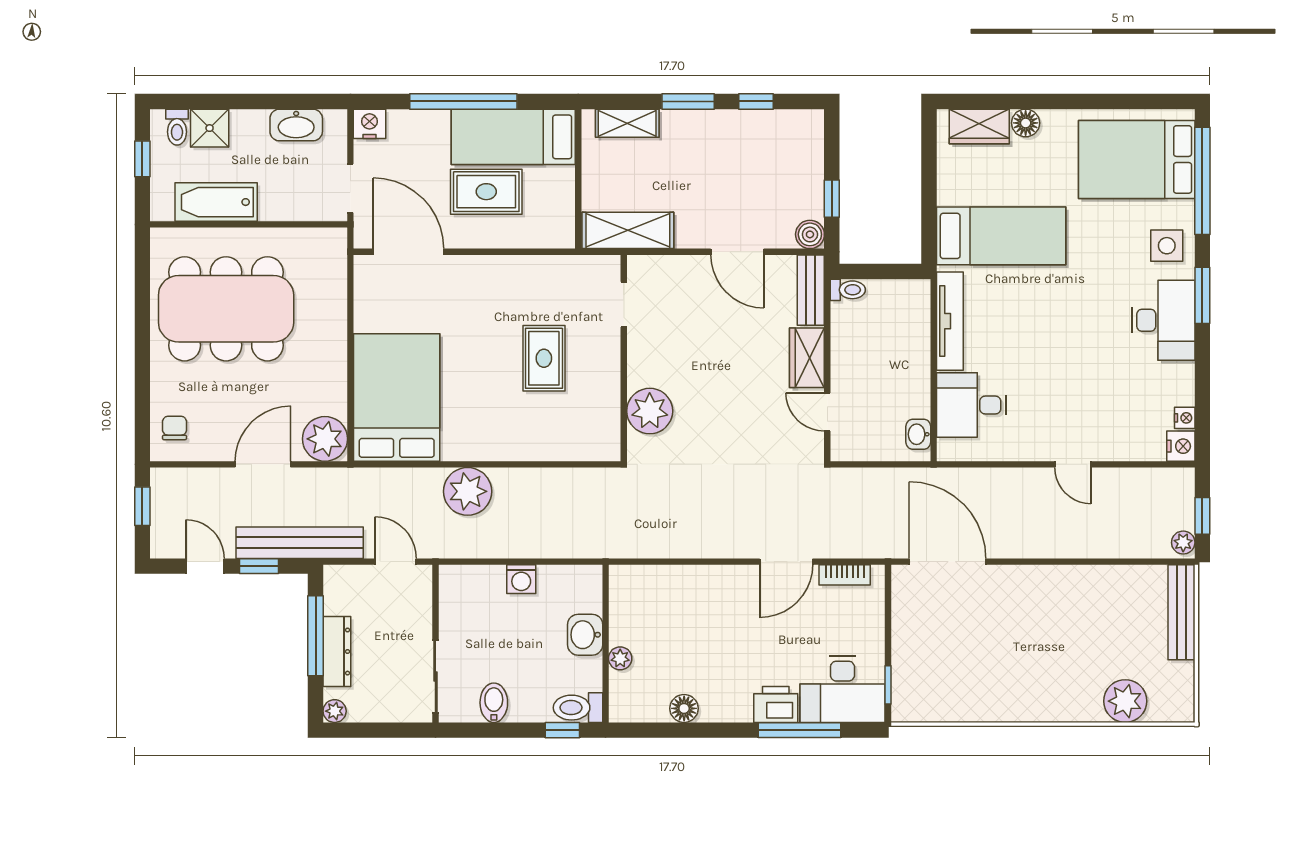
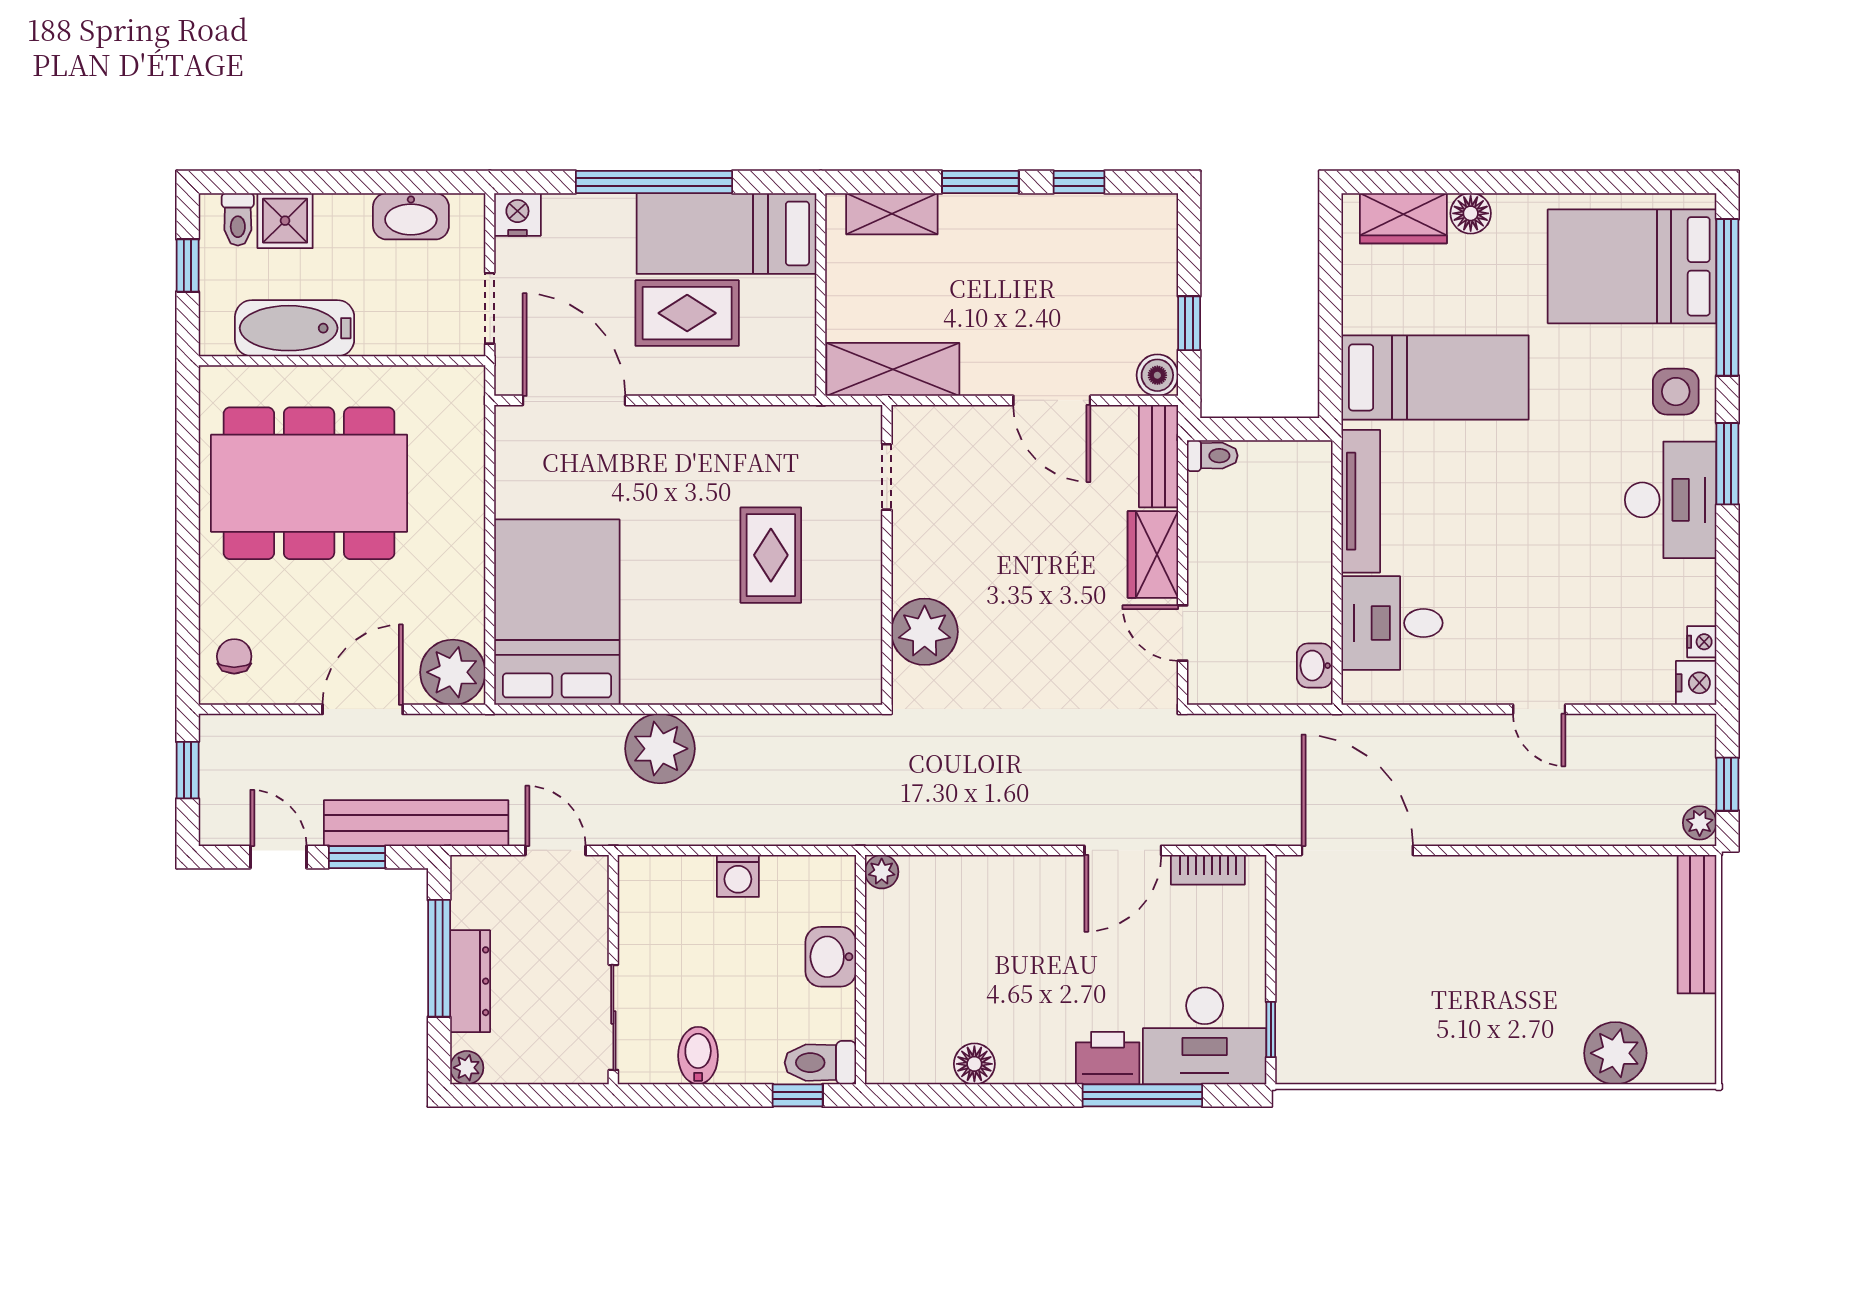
plant: (620, 658) -> (882, 872), moved

